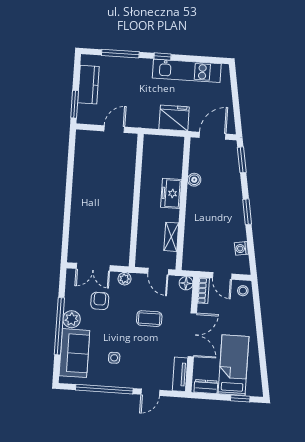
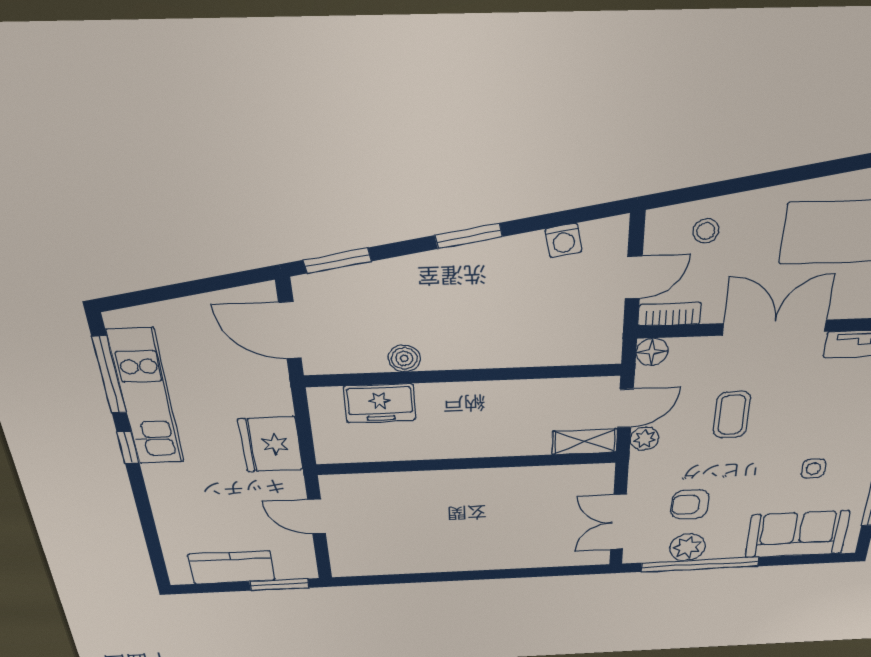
window: (120, 54) -> (109, 375), moved
fridge: (174, 118) -> (271, 444), moved
freezer: (171, 193) -> (380, 403), moved
shelving: (171, 237) -> (585, 442), moved
double door: (93, 267) -> (618, 522), swing flipped
plant: (125, 279) -> (645, 439), moved
stool: (243, 291) -> (706, 231), moved
plant: (72, 319) -> (687, 547), moved
window: (59, 326) -> (700, 565), moved

